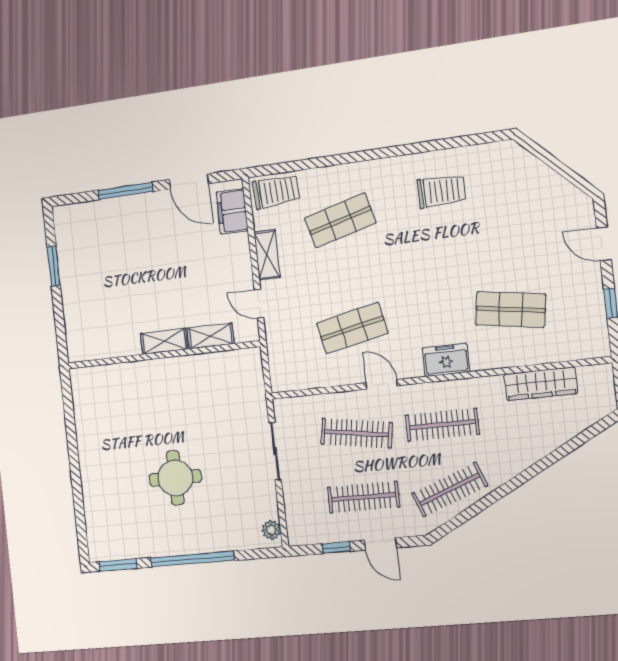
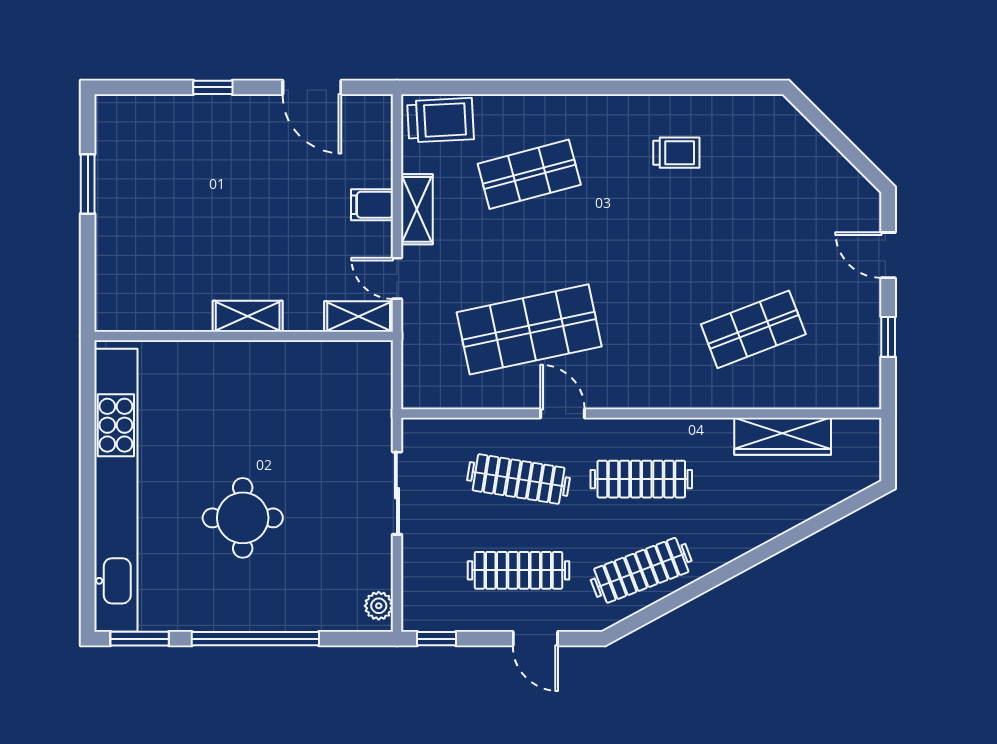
window: (125, 191) -> (213, 87), width x0.46
trolley: (441, 191) -> (676, 153), width x0.73, depth x0.72
filing cabinet: (232, 211) -> (372, 205), moved, width x0.50
shop shelf: (511, 309) -> (753, 329), turned -30
shop shelf: (352, 328) -> (529, 329), width x1.43, depth x1.36
shelving: (211, 336) -> (359, 317), moved
freezer: (446, 360) -> (657, 389), removed
kitchen unit: (93, 467) -> (116, 490), added
window: (336, 548) -> (436, 639), moved

